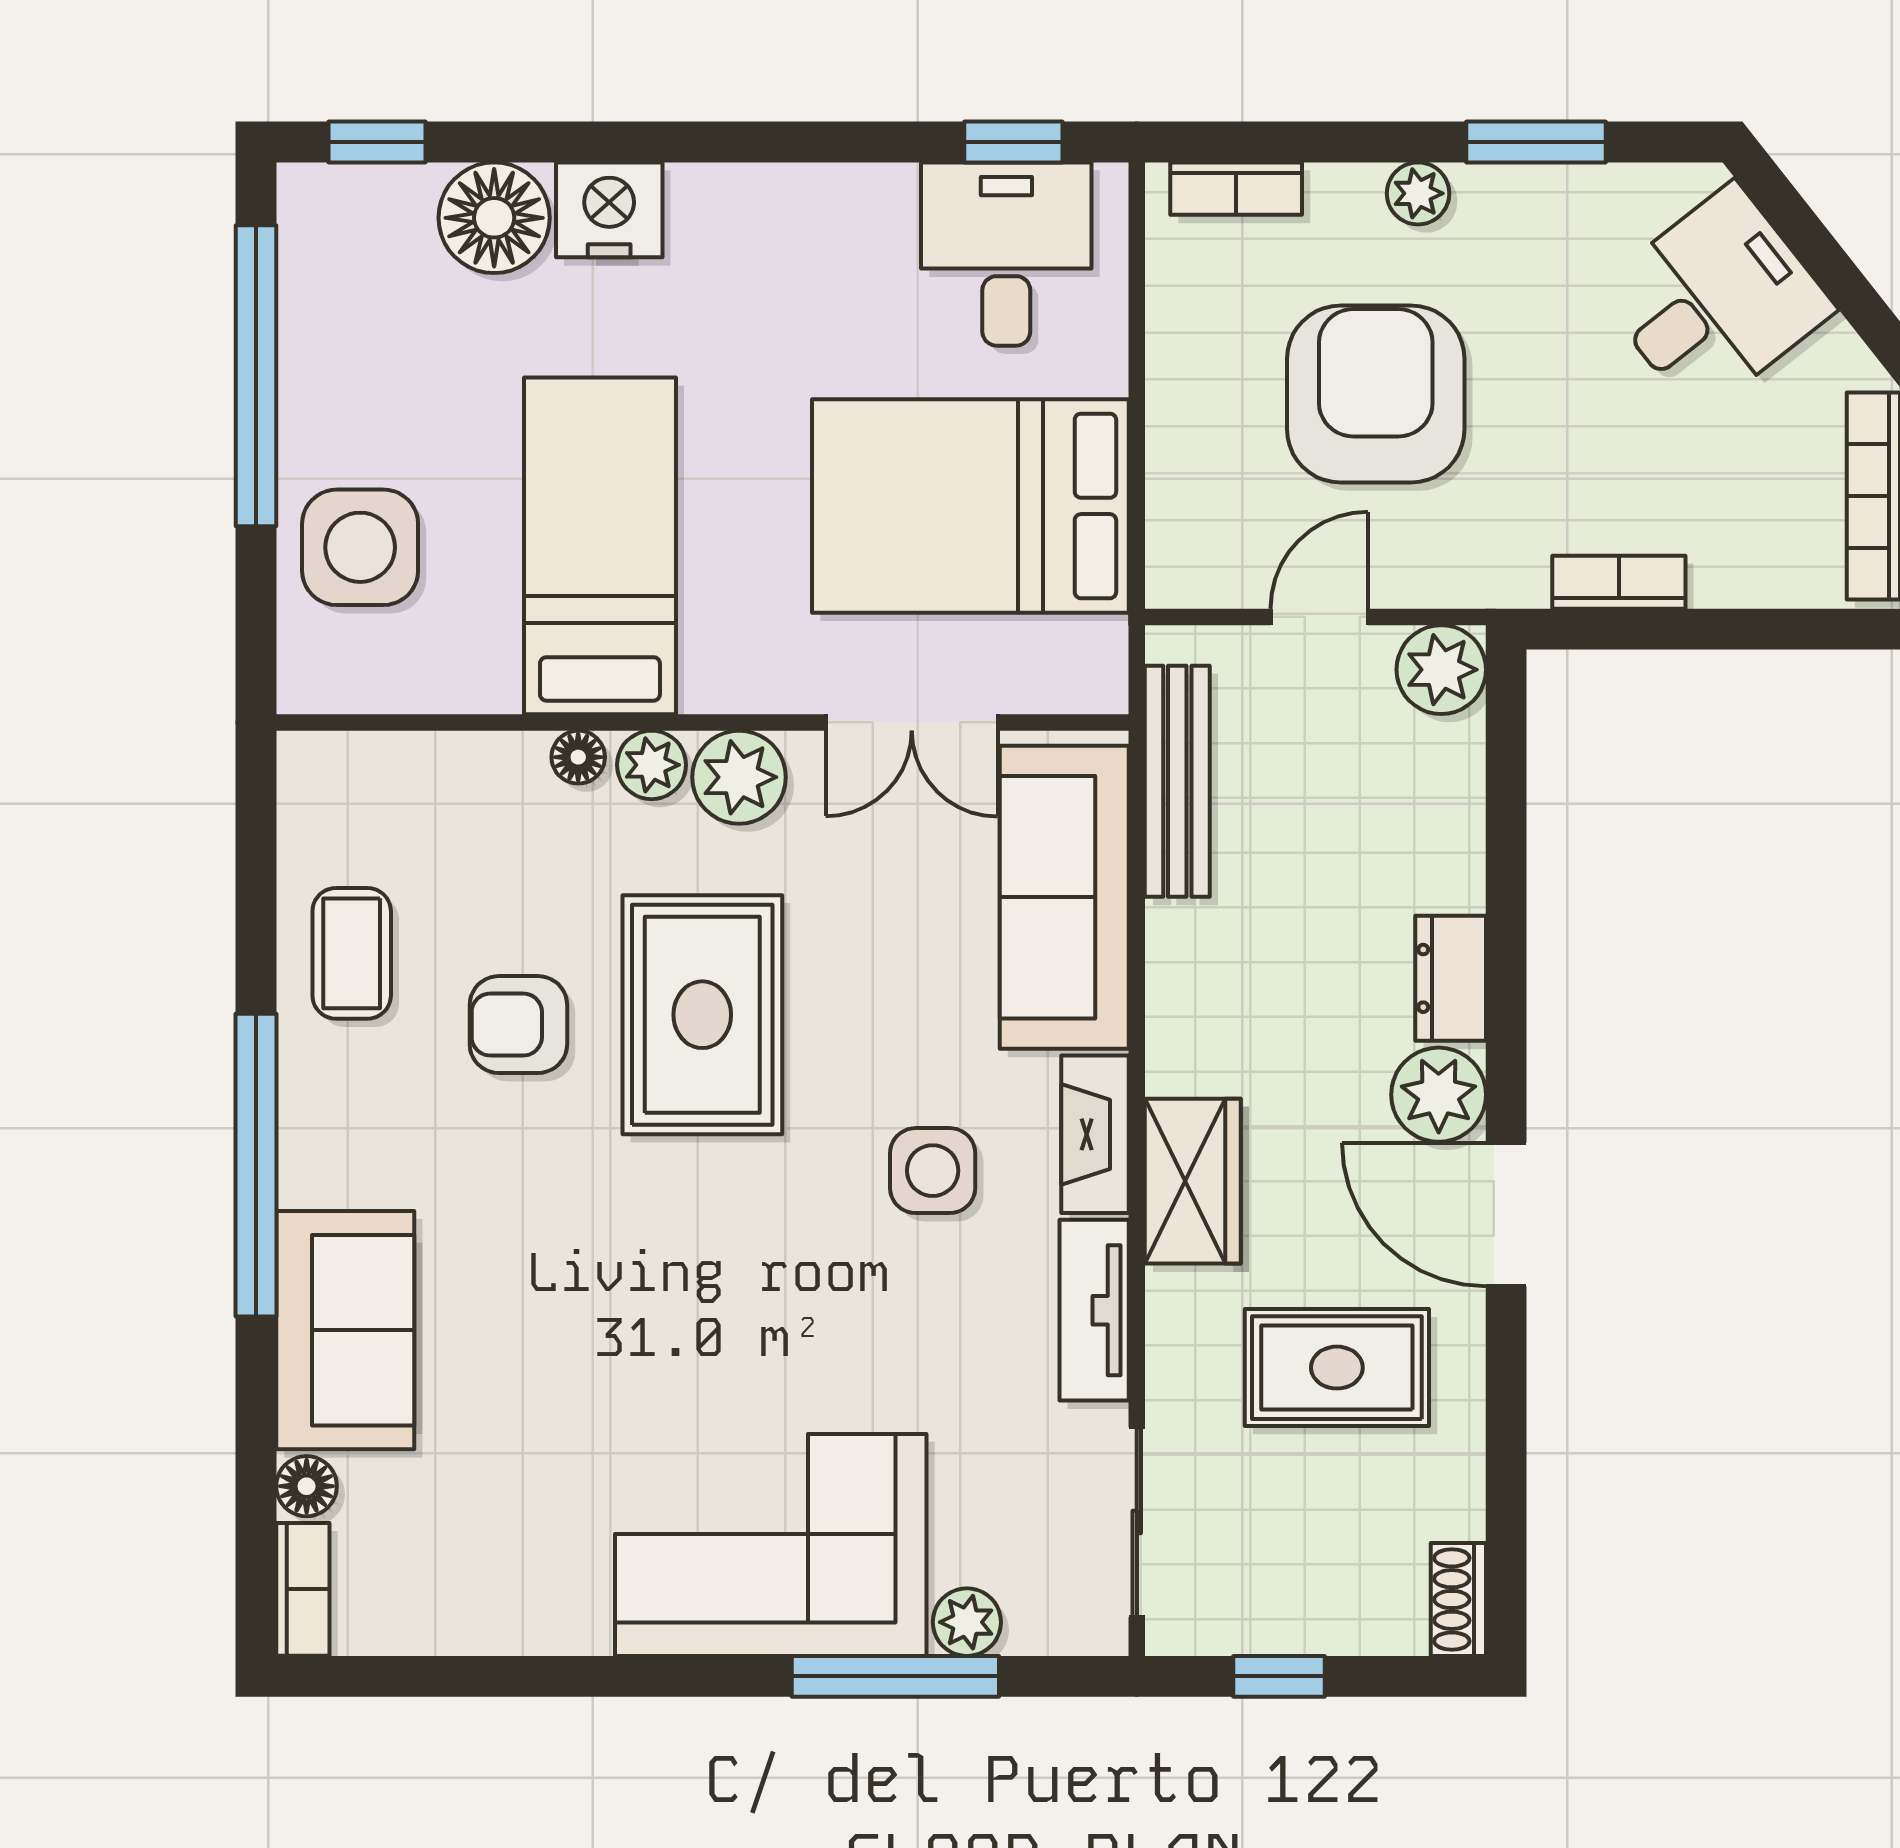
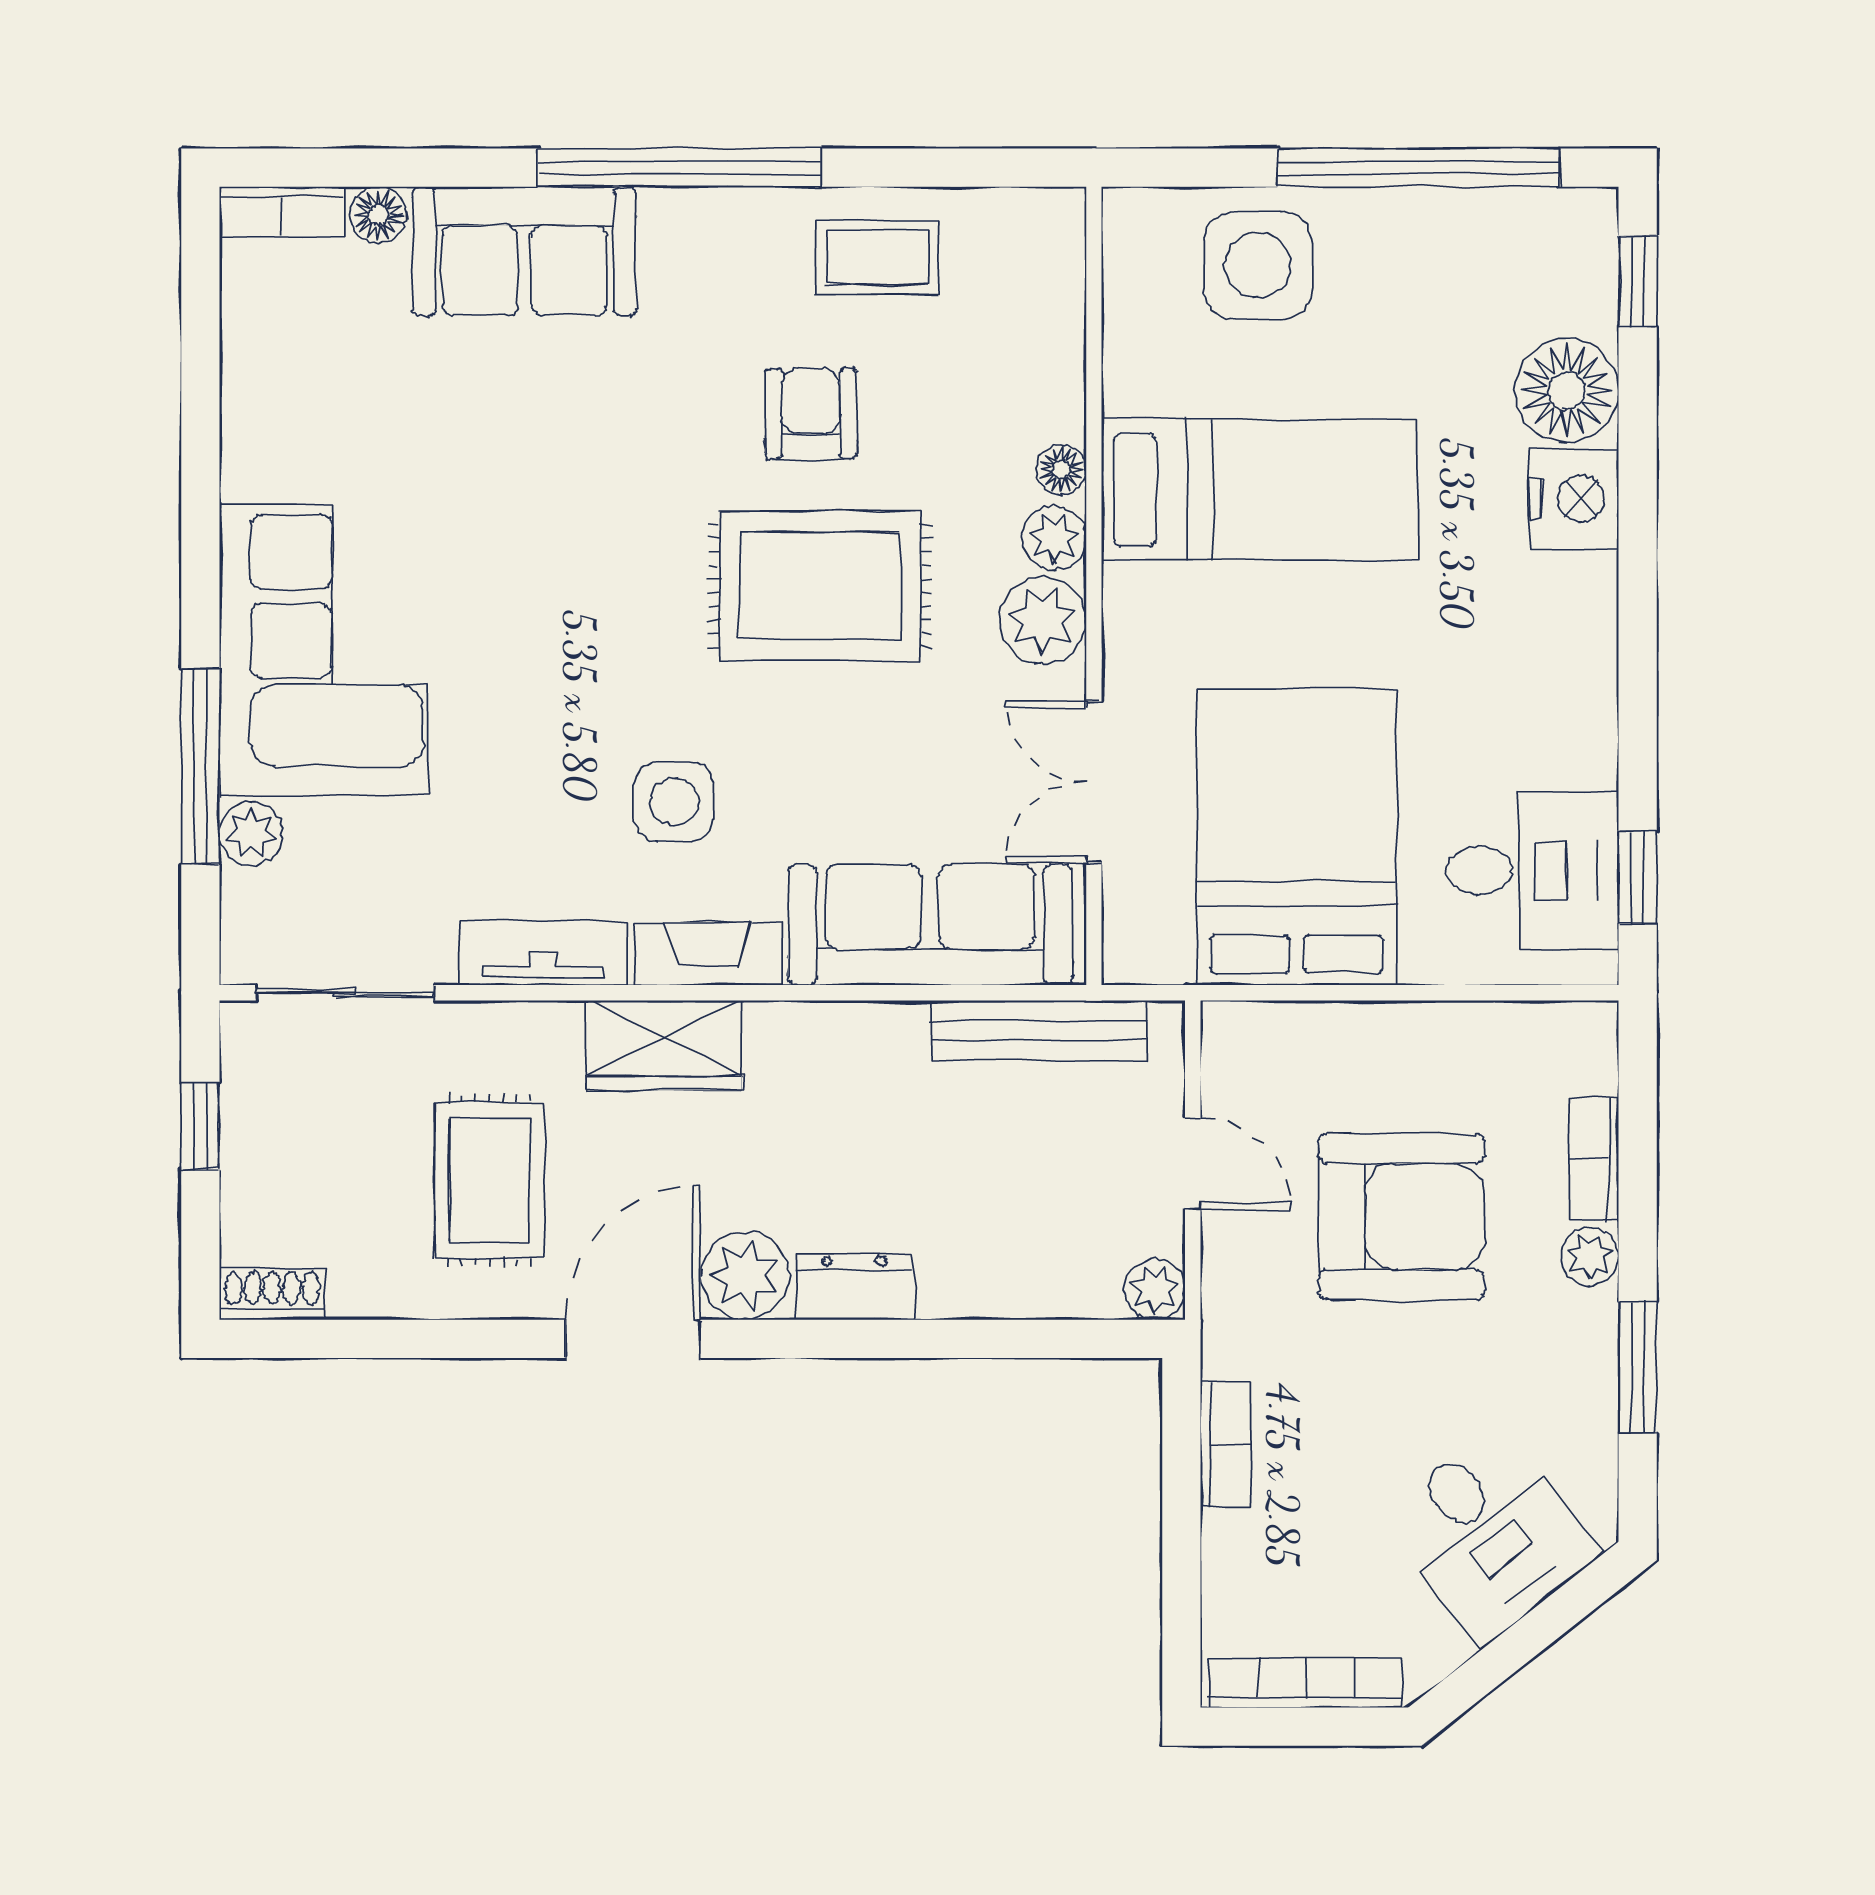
bookcase: (1236, 189) -> (1594, 1159), moved
plant: (1441, 670) -> (1155, 1289), width x0.73, depth x0.73

